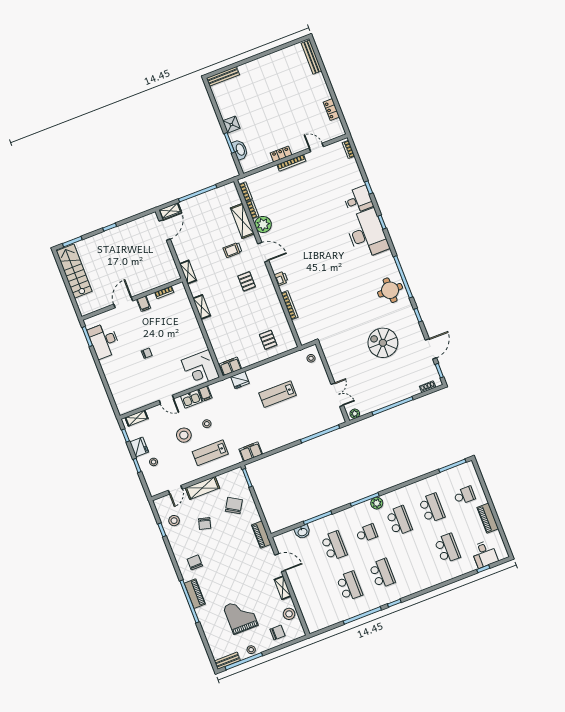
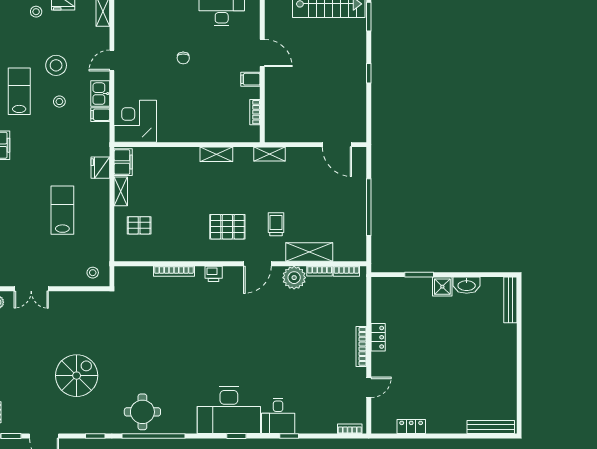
washbasin: (240, 150) -> (467, 285), moved
shelving: (170, 211) -> (121, 191), moved
pallet: (247, 281) -> (227, 227), width x1.50, depth x1.42

